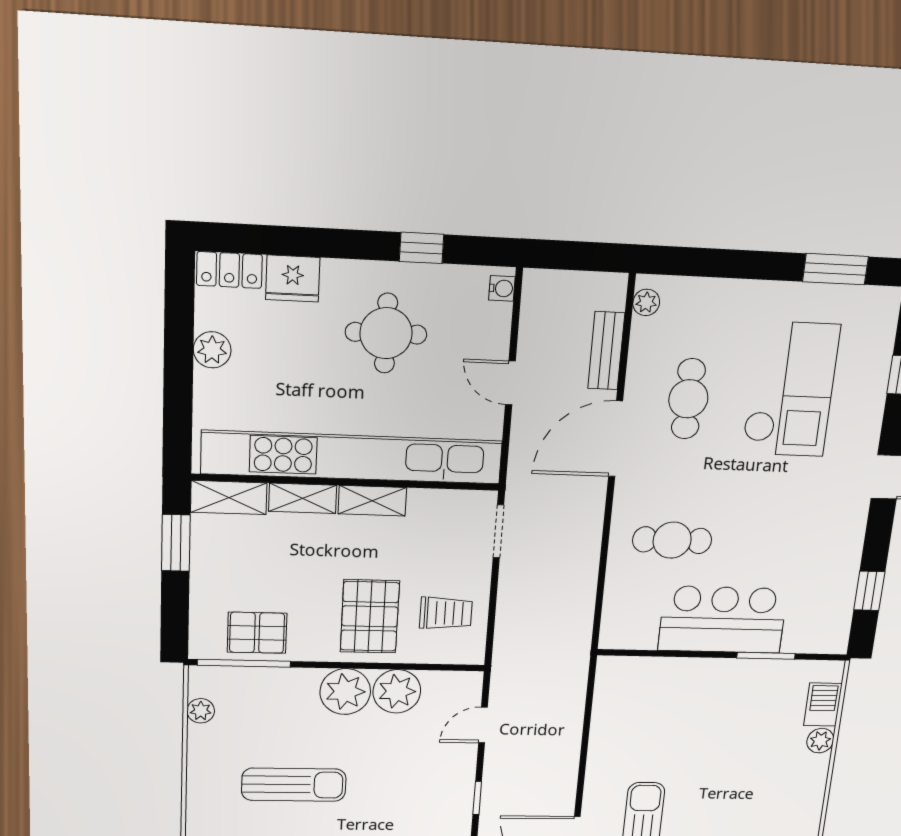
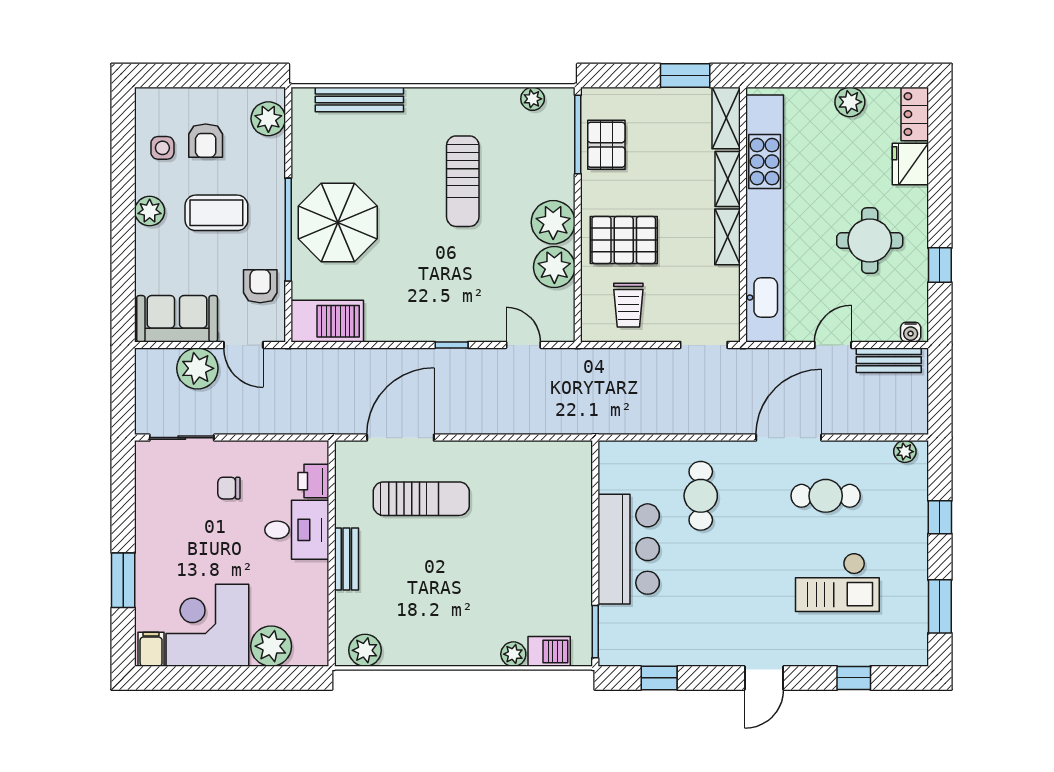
window: (730, 264) -> (940, 517), added
bench: (606, 351) -> (889, 360), moved
checkout: (791, 389) -> (837, 582), width x0.73, depth x0.83
door: (616, 439) -> (789, 438), hinge flipped
window: (766, 656) -> (595, 632), moved

